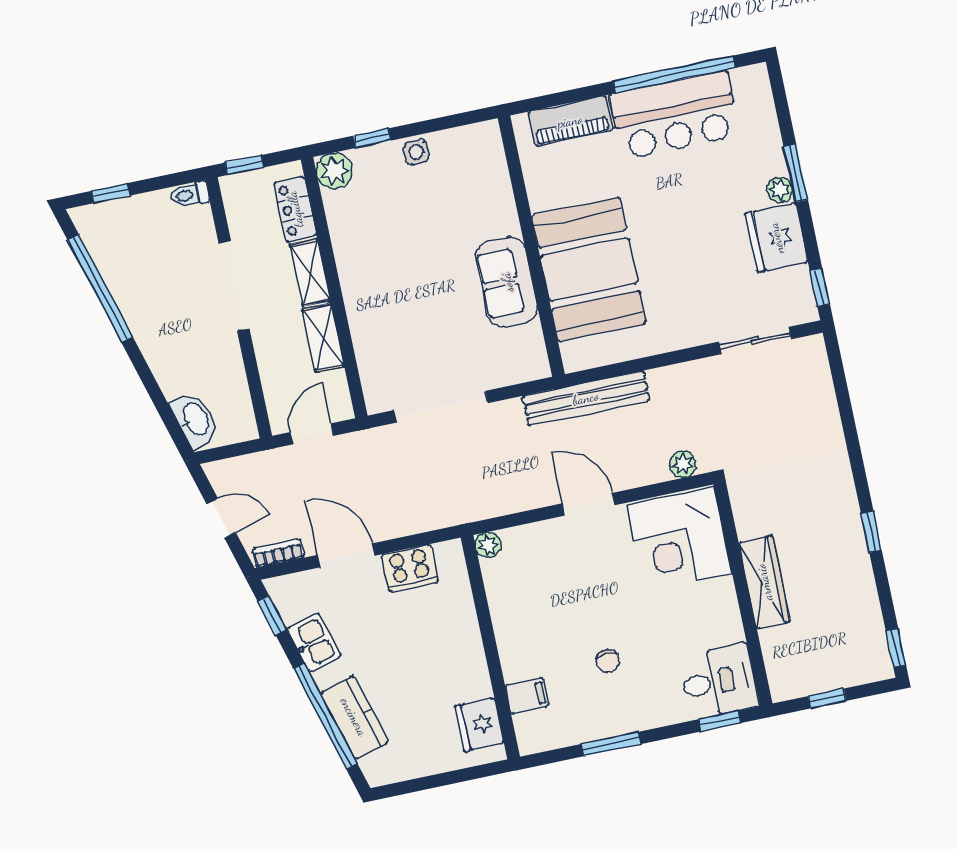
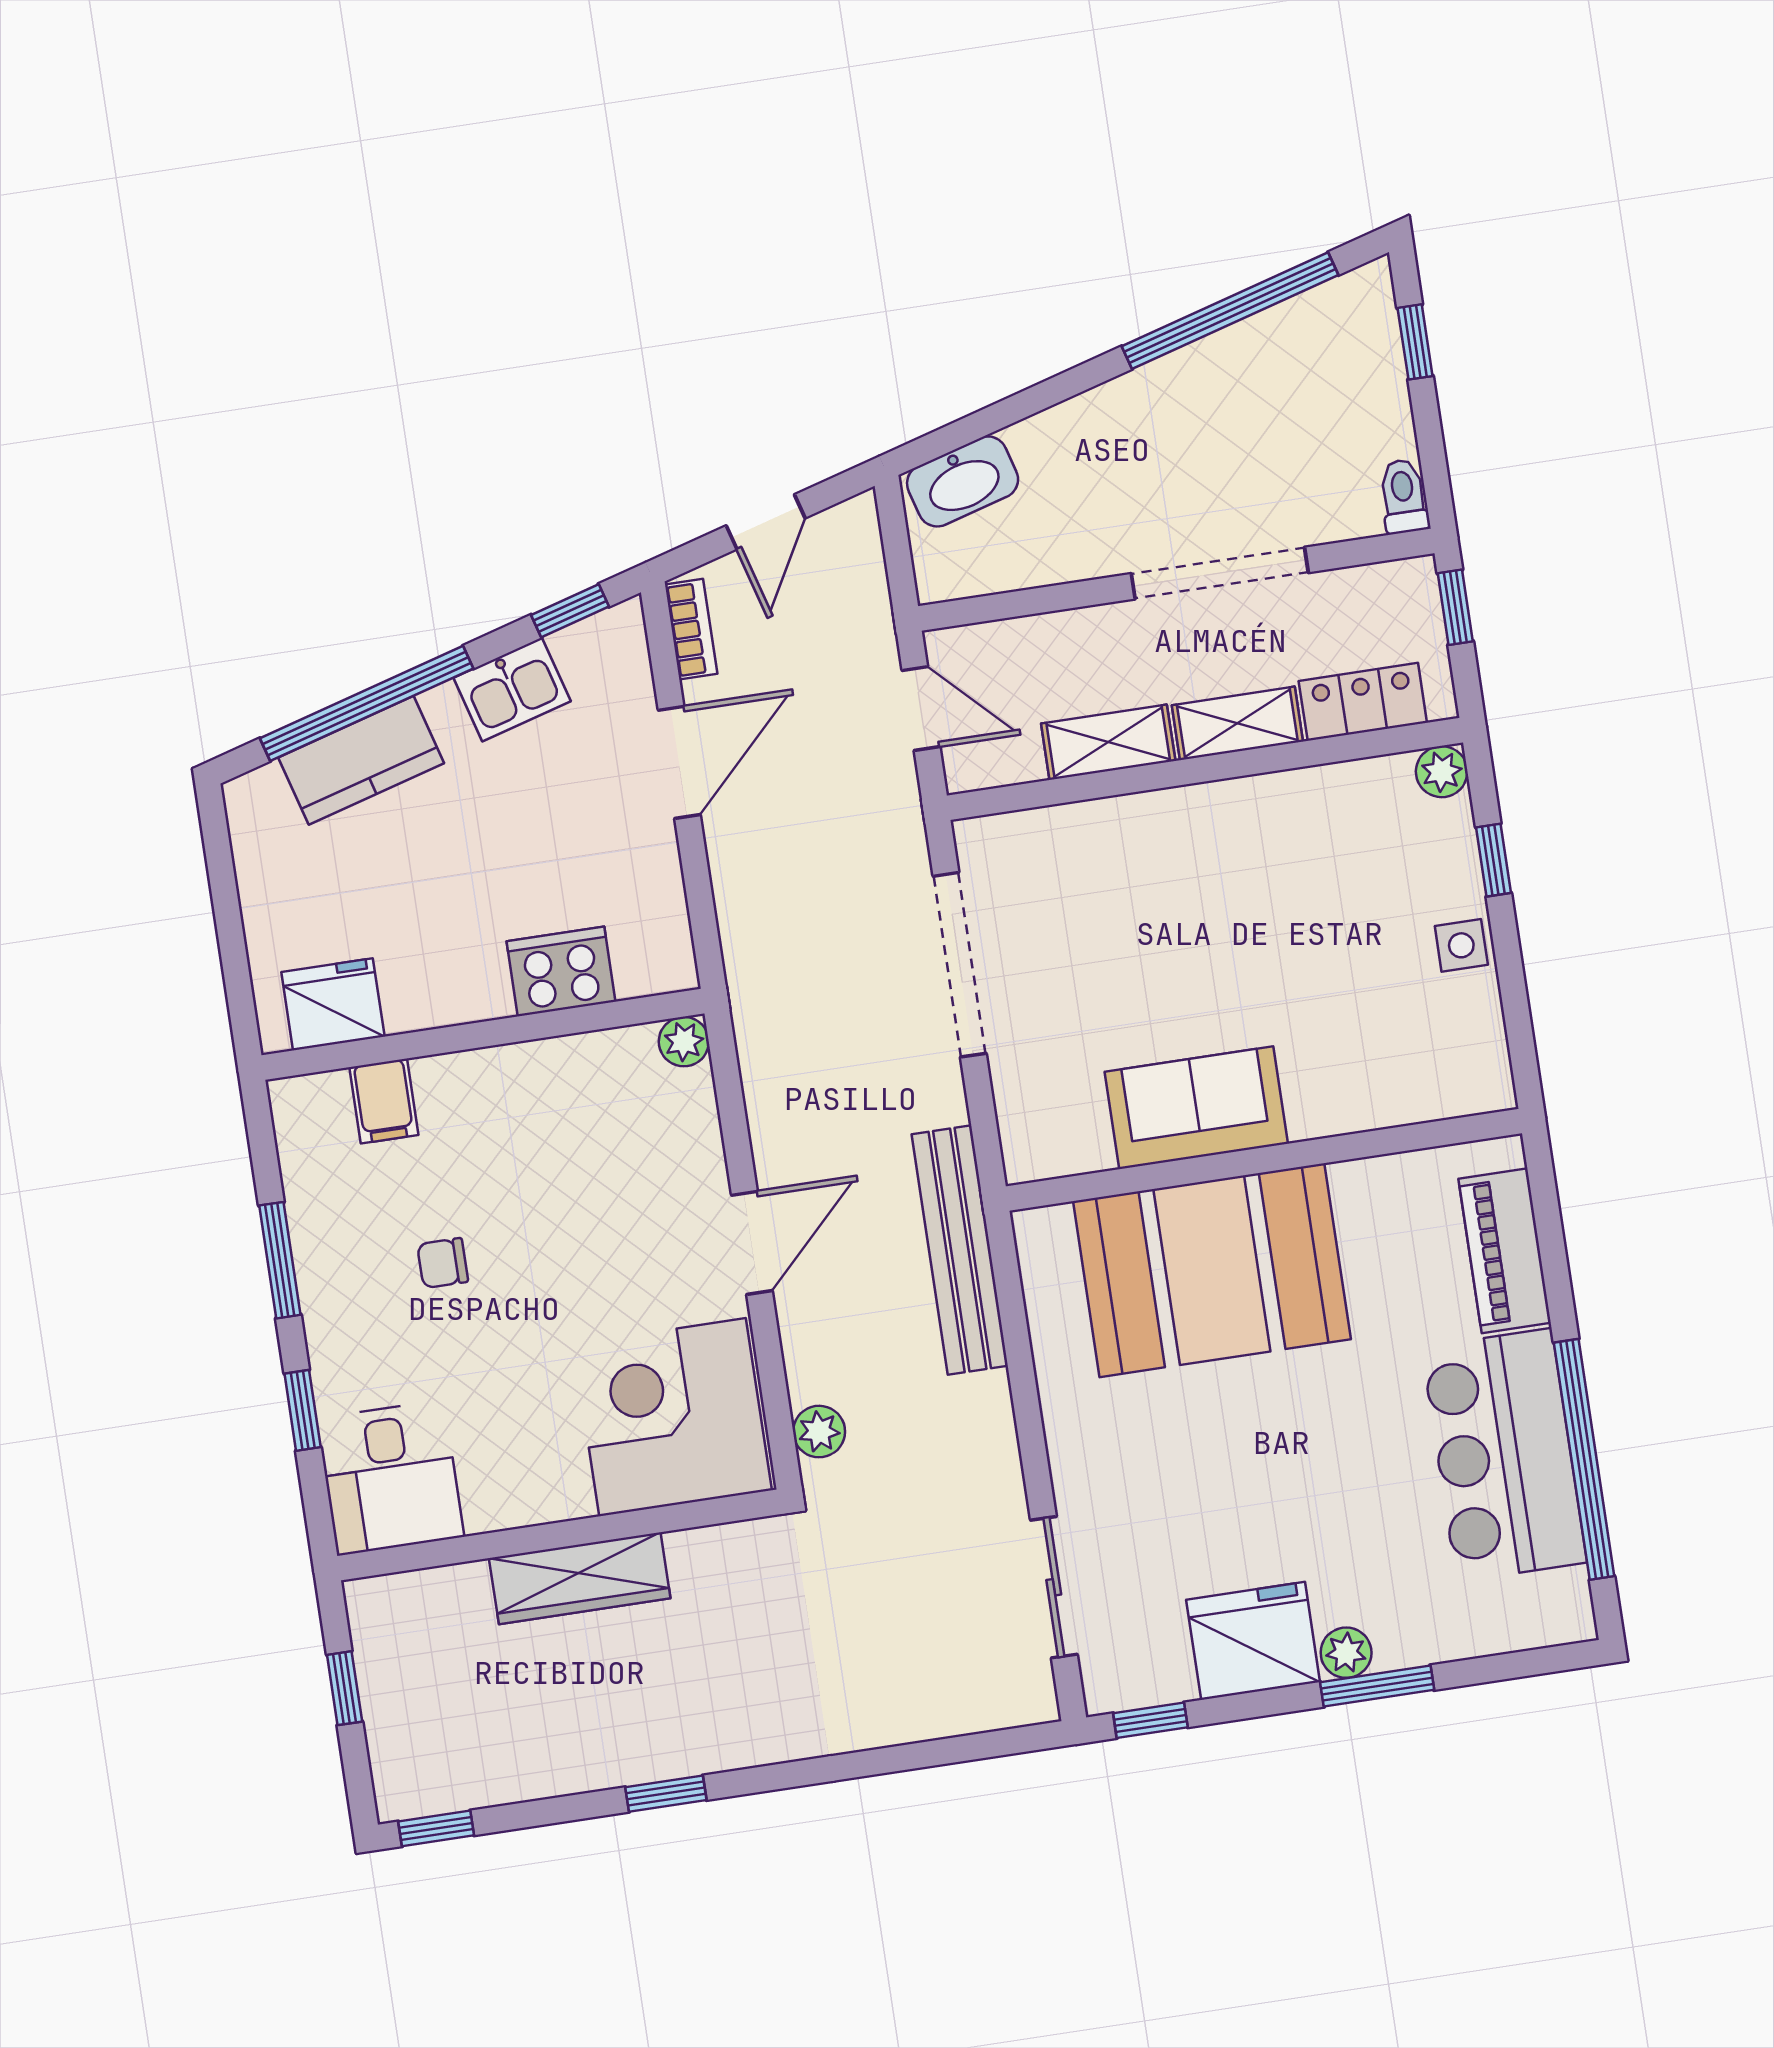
plant: (334, 171) -> (1442, 772), width x0.73, depth x0.73
cooker: (410, 568) -> (561, 971), moved, turned 90
window: (720, 721) -> (303, 1410), moved

